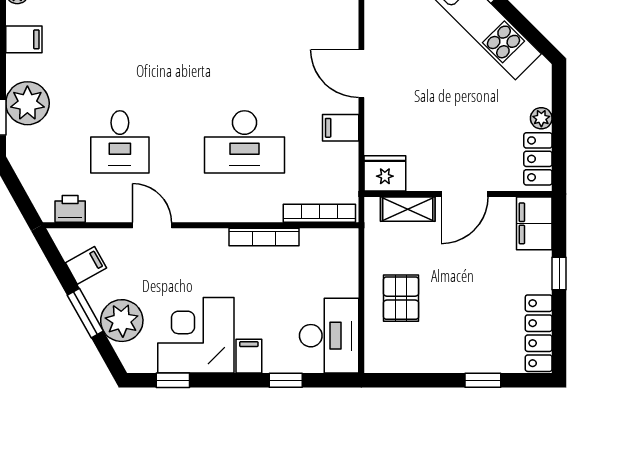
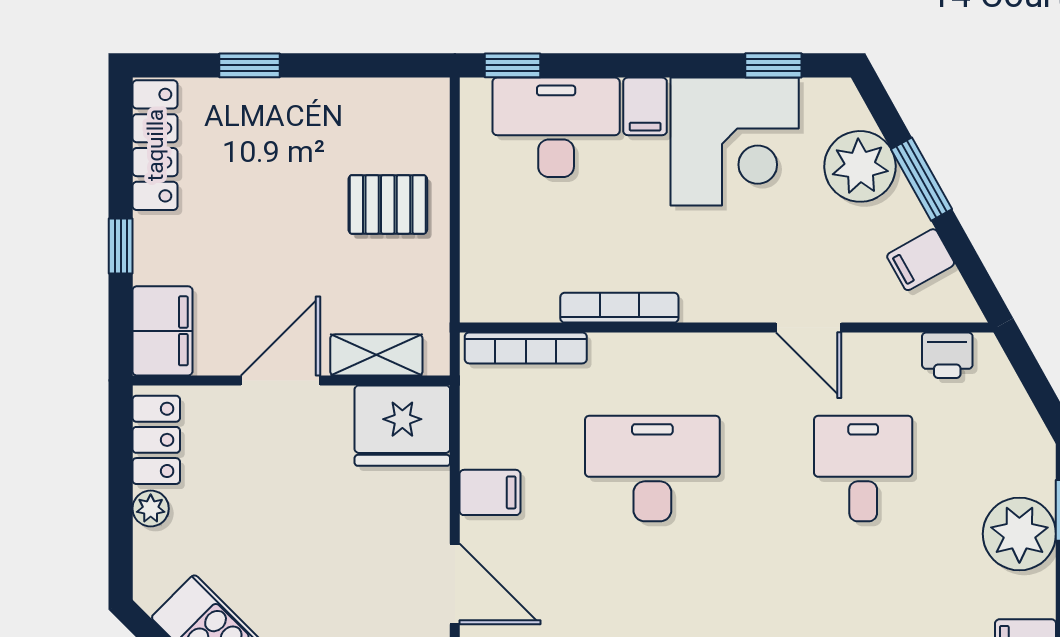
fridge: (385, 173) -> (402, 426), width x1.36, depth x1.34
pallet: (401, 298) -> (388, 204), turned 90
desk: (329, 336) -> (556, 127), moved, turned 90
window: (286, 380) -> (512, 65), moved

